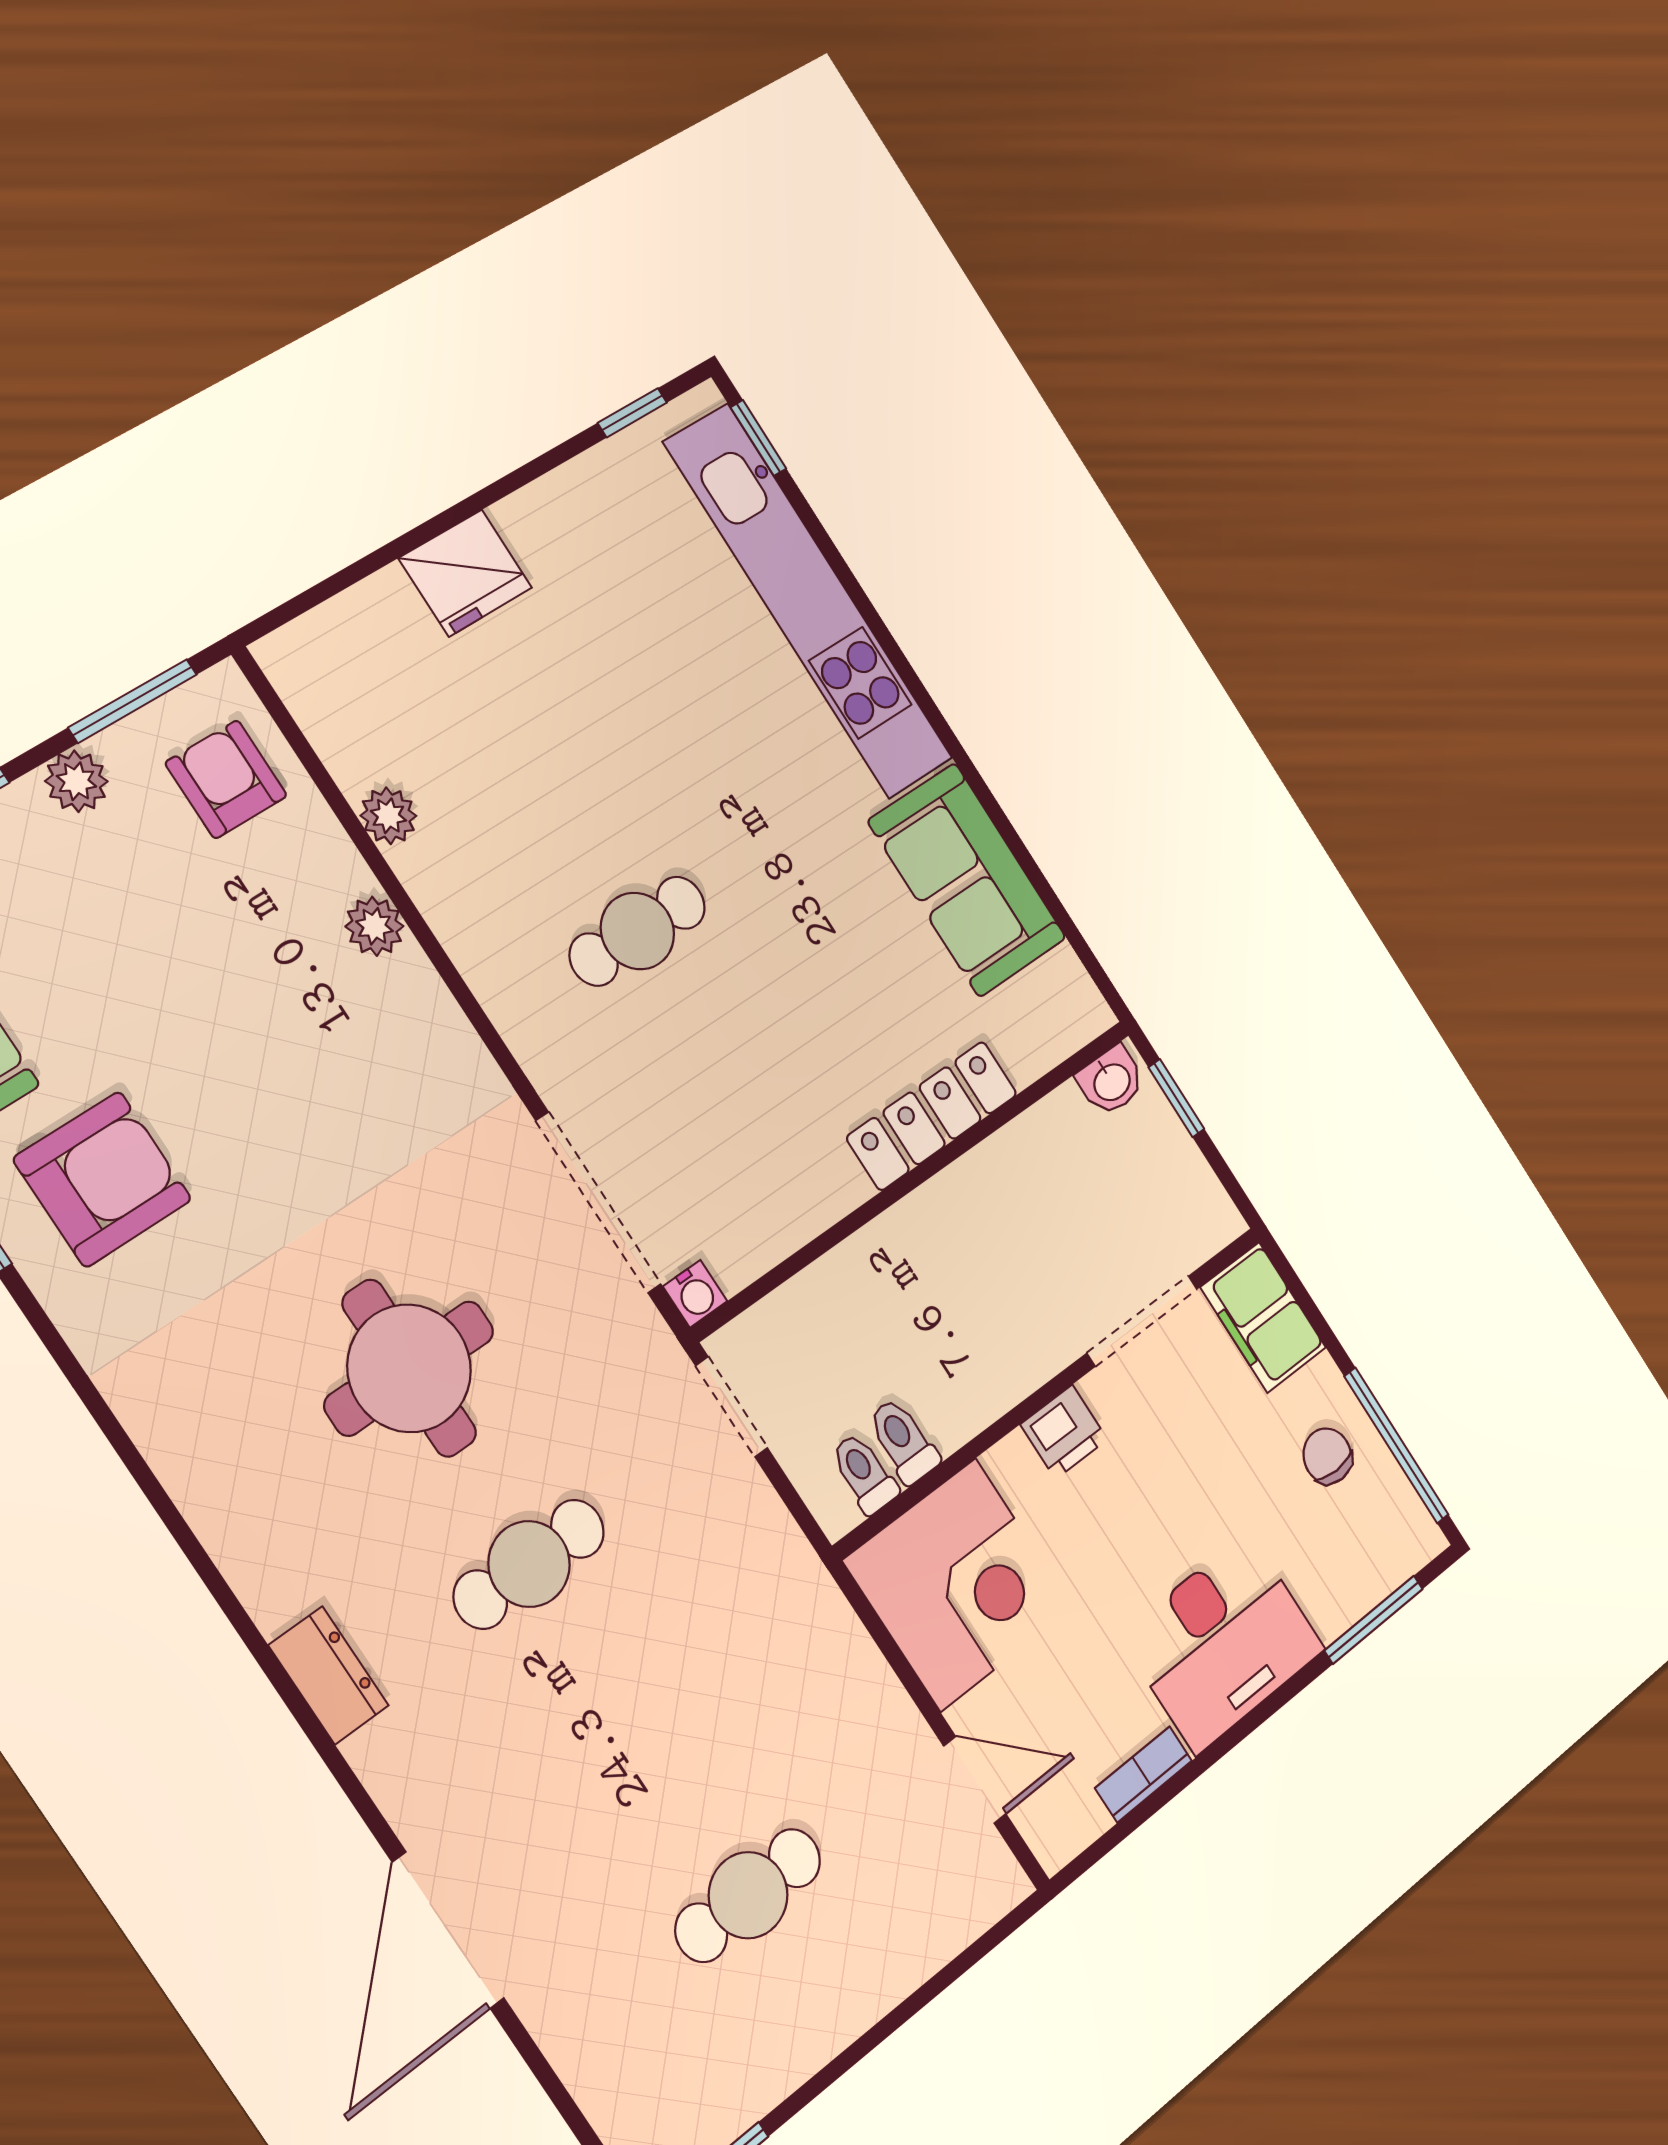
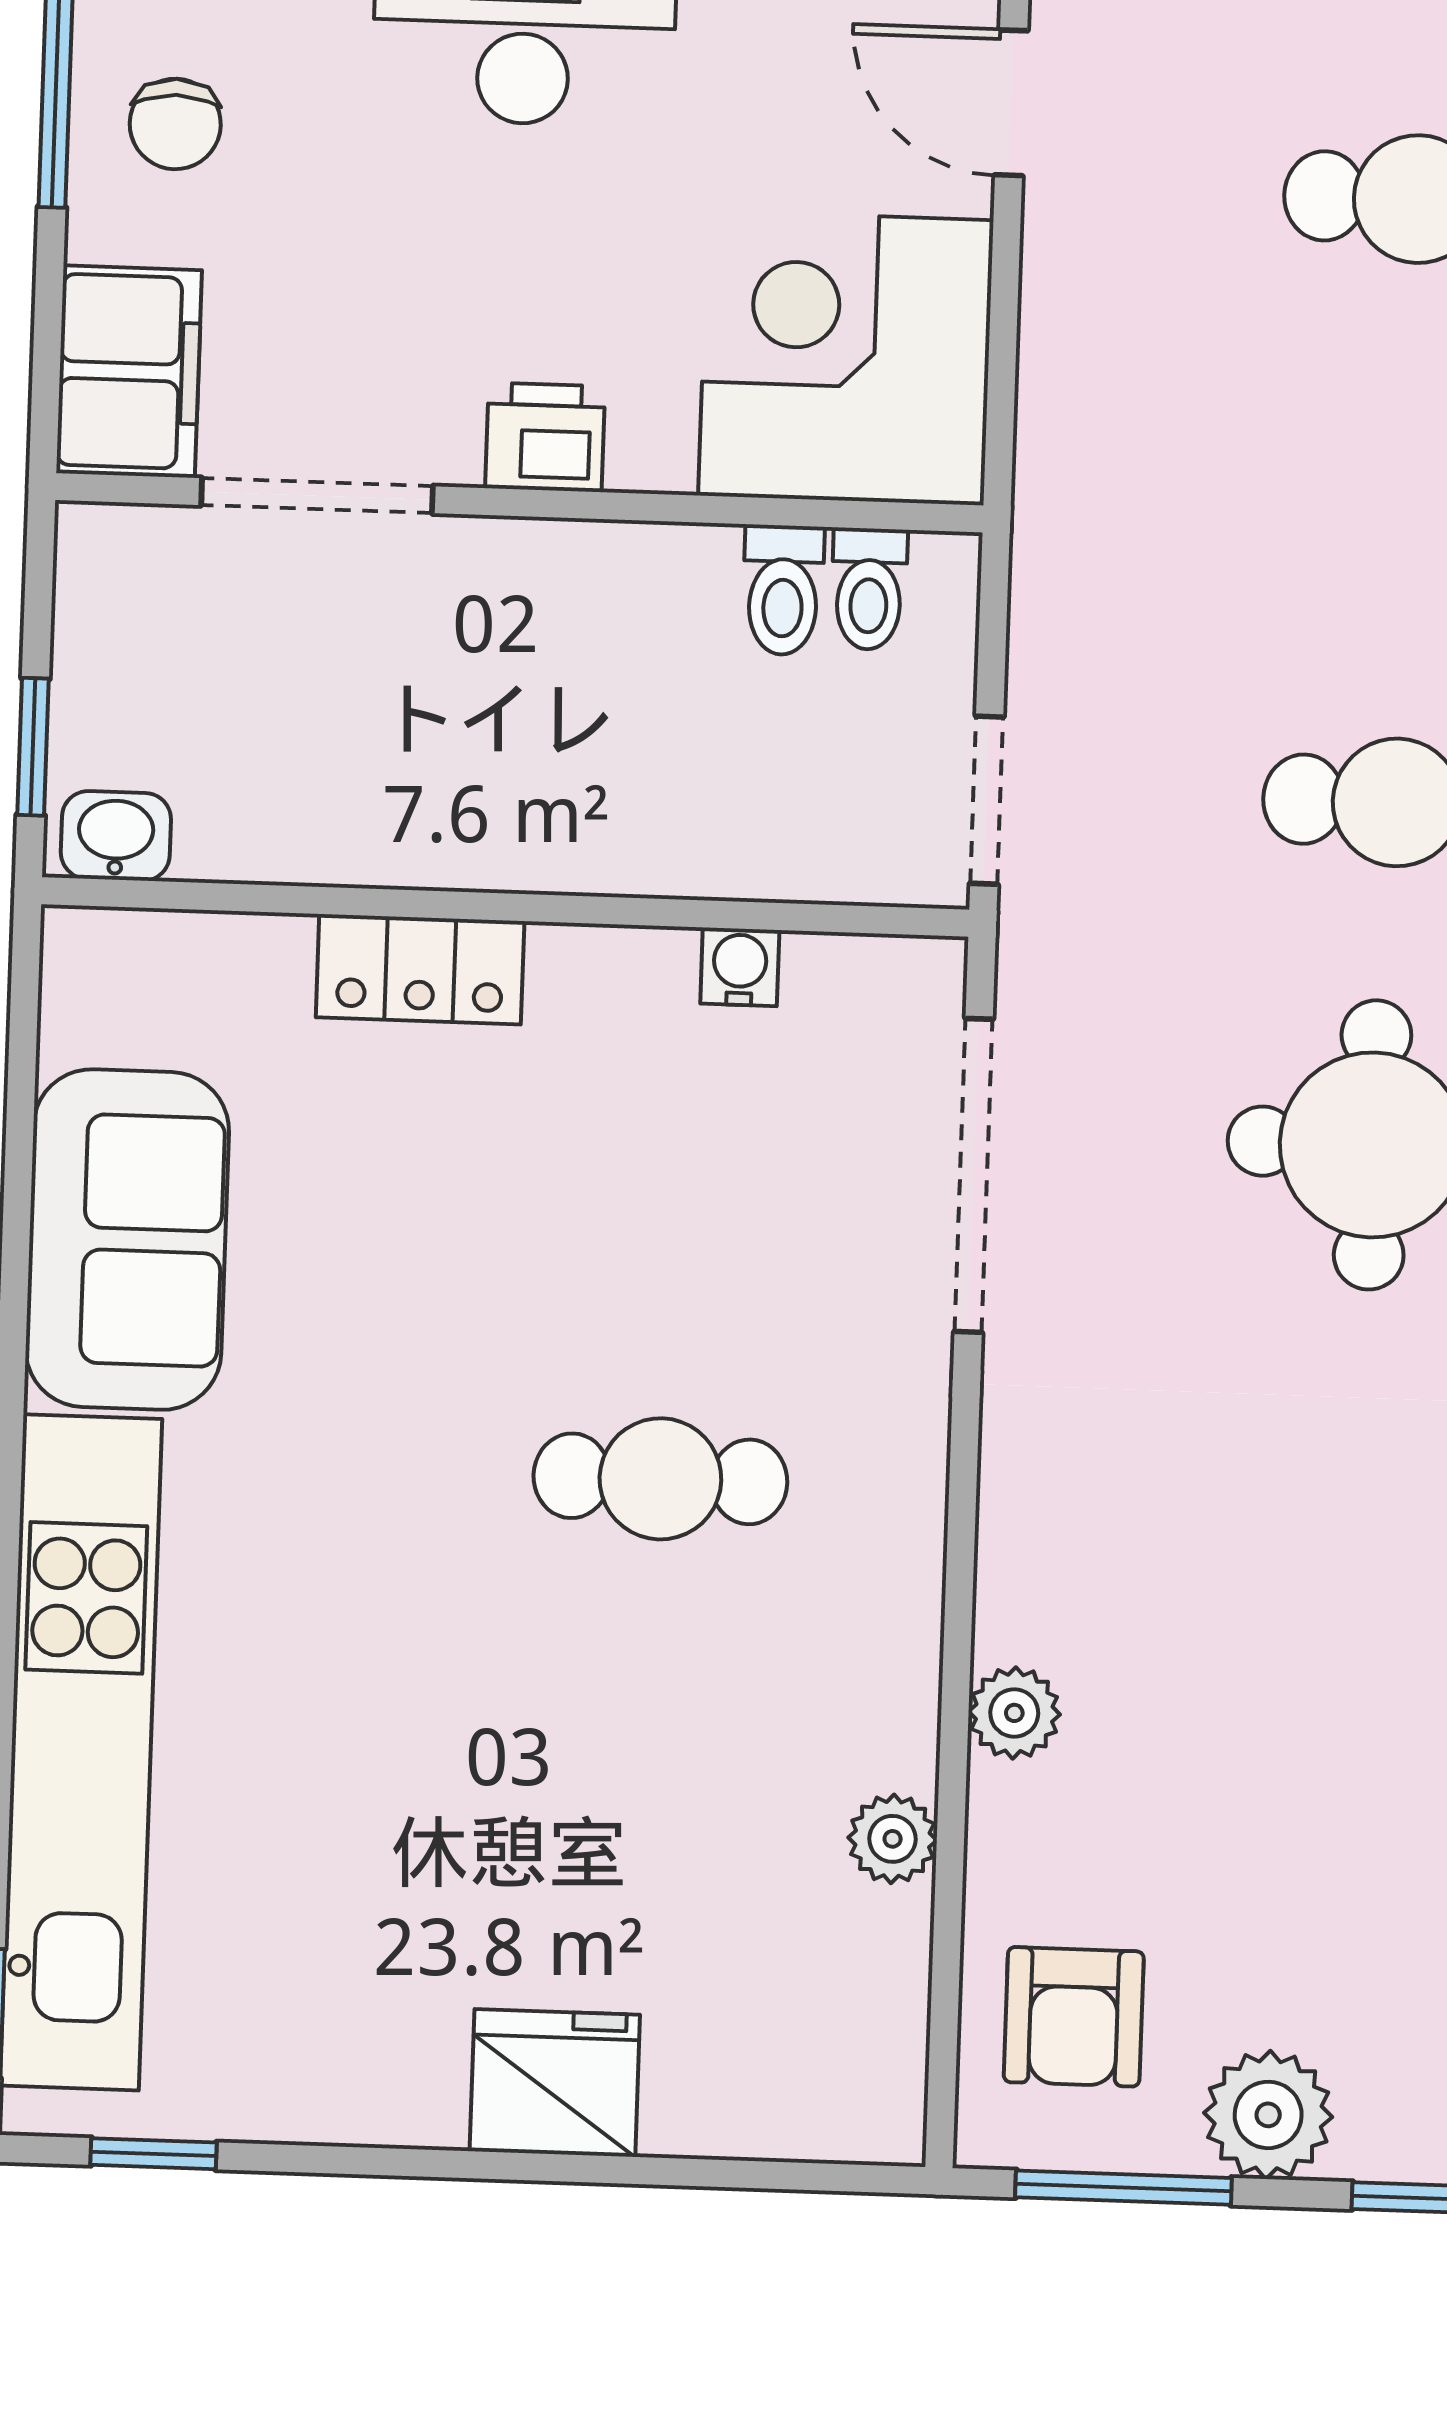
plant: (76, 781) -> (1268, 2115), width x1.38, depth x1.38
locker: (932, 1116) -> (420, 969), width x0.66
water cooler: (695, 1294) -> (740, 967), moved

